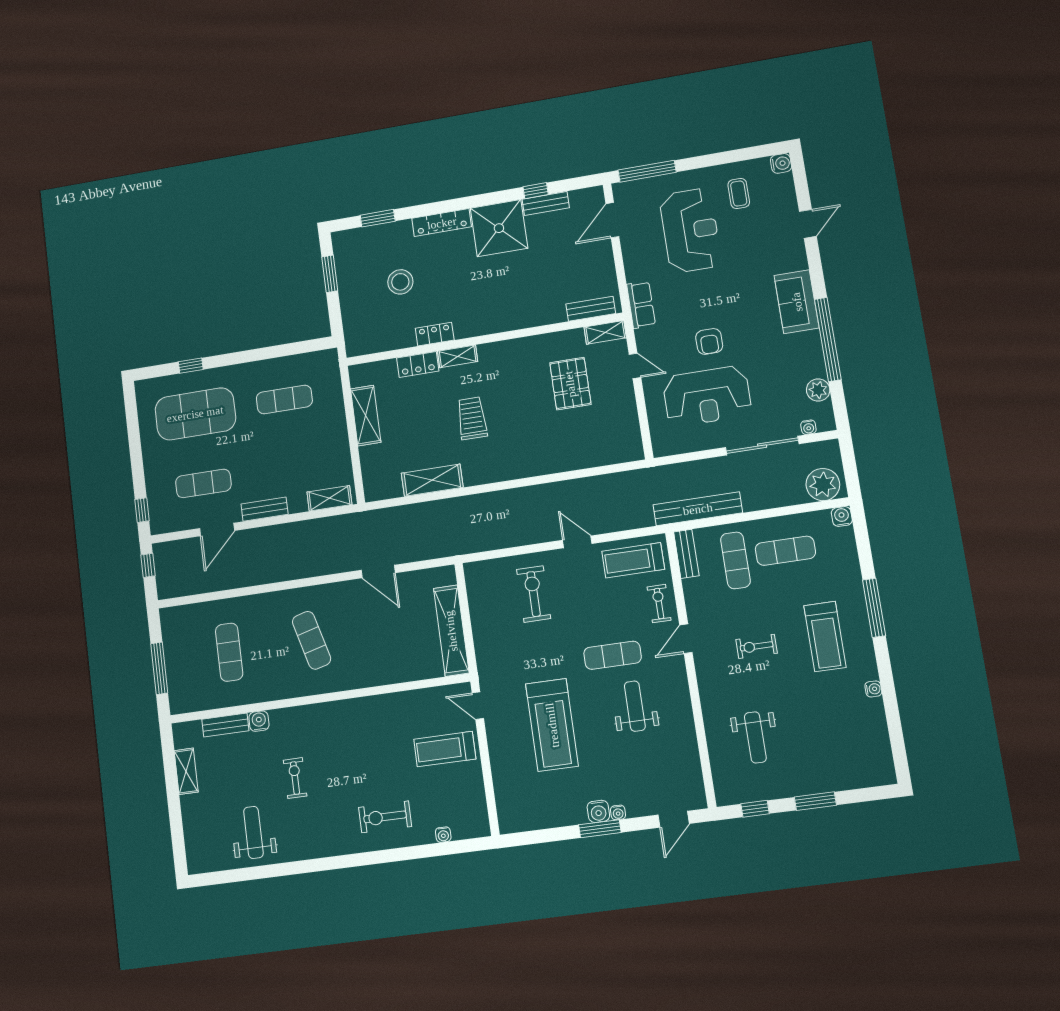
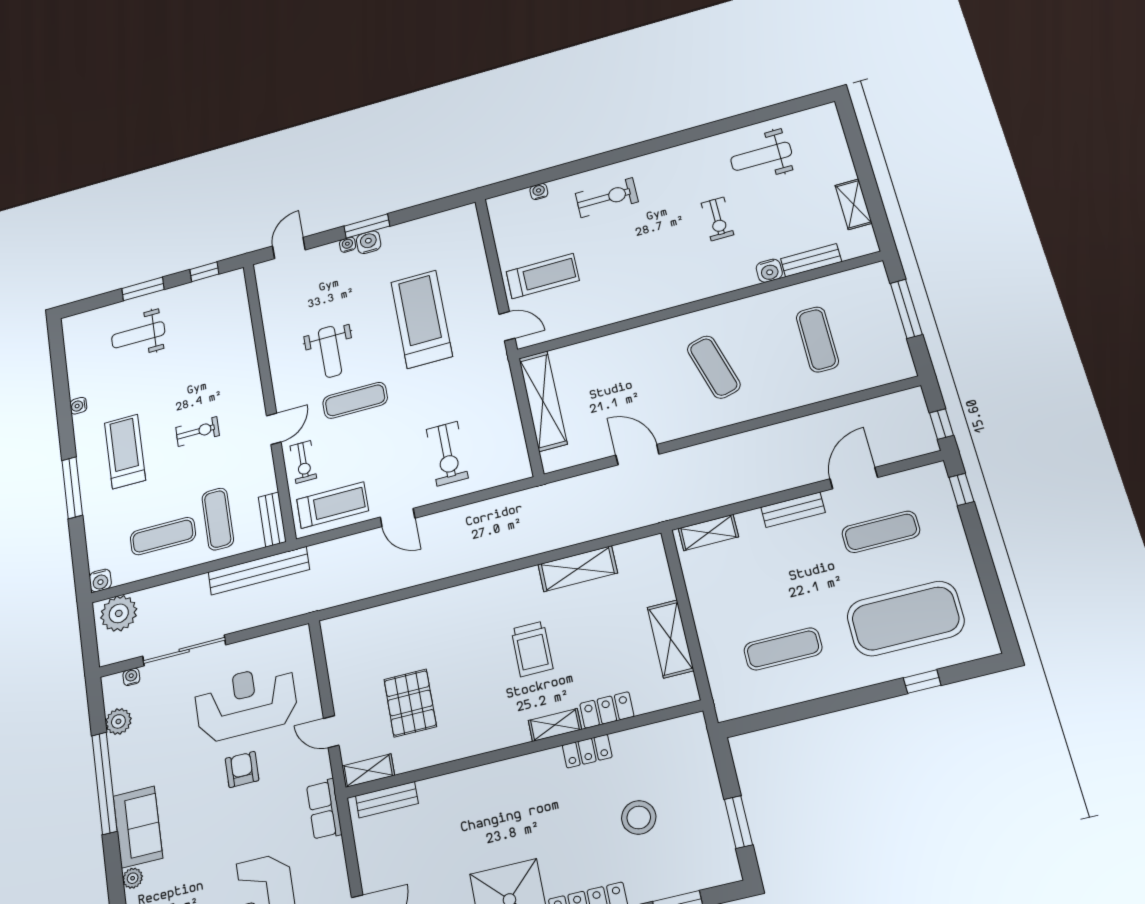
plant: (799, 261) -> (133, 878), added
weight bench: (755, 737) -> (138, 335), moved, turned -90
weight bench: (253, 832) -> (761, 156), turned 90

